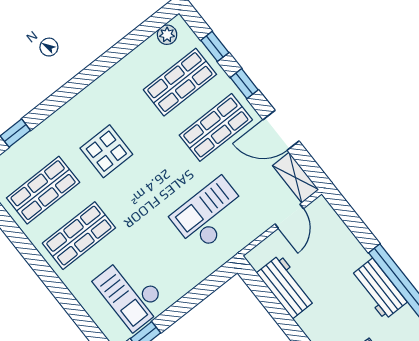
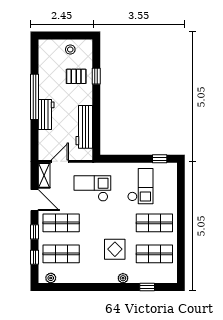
plant: (61, 118) -> (123, 278), added
checkout: (210, 214) -> (92, 188), turned 180
workbench: (286, 287) -> (84, 127), width x1.38
workbench: (379, 289) -> (46, 114), moved
checkout: (130, 293) -> (140, 186), moved

